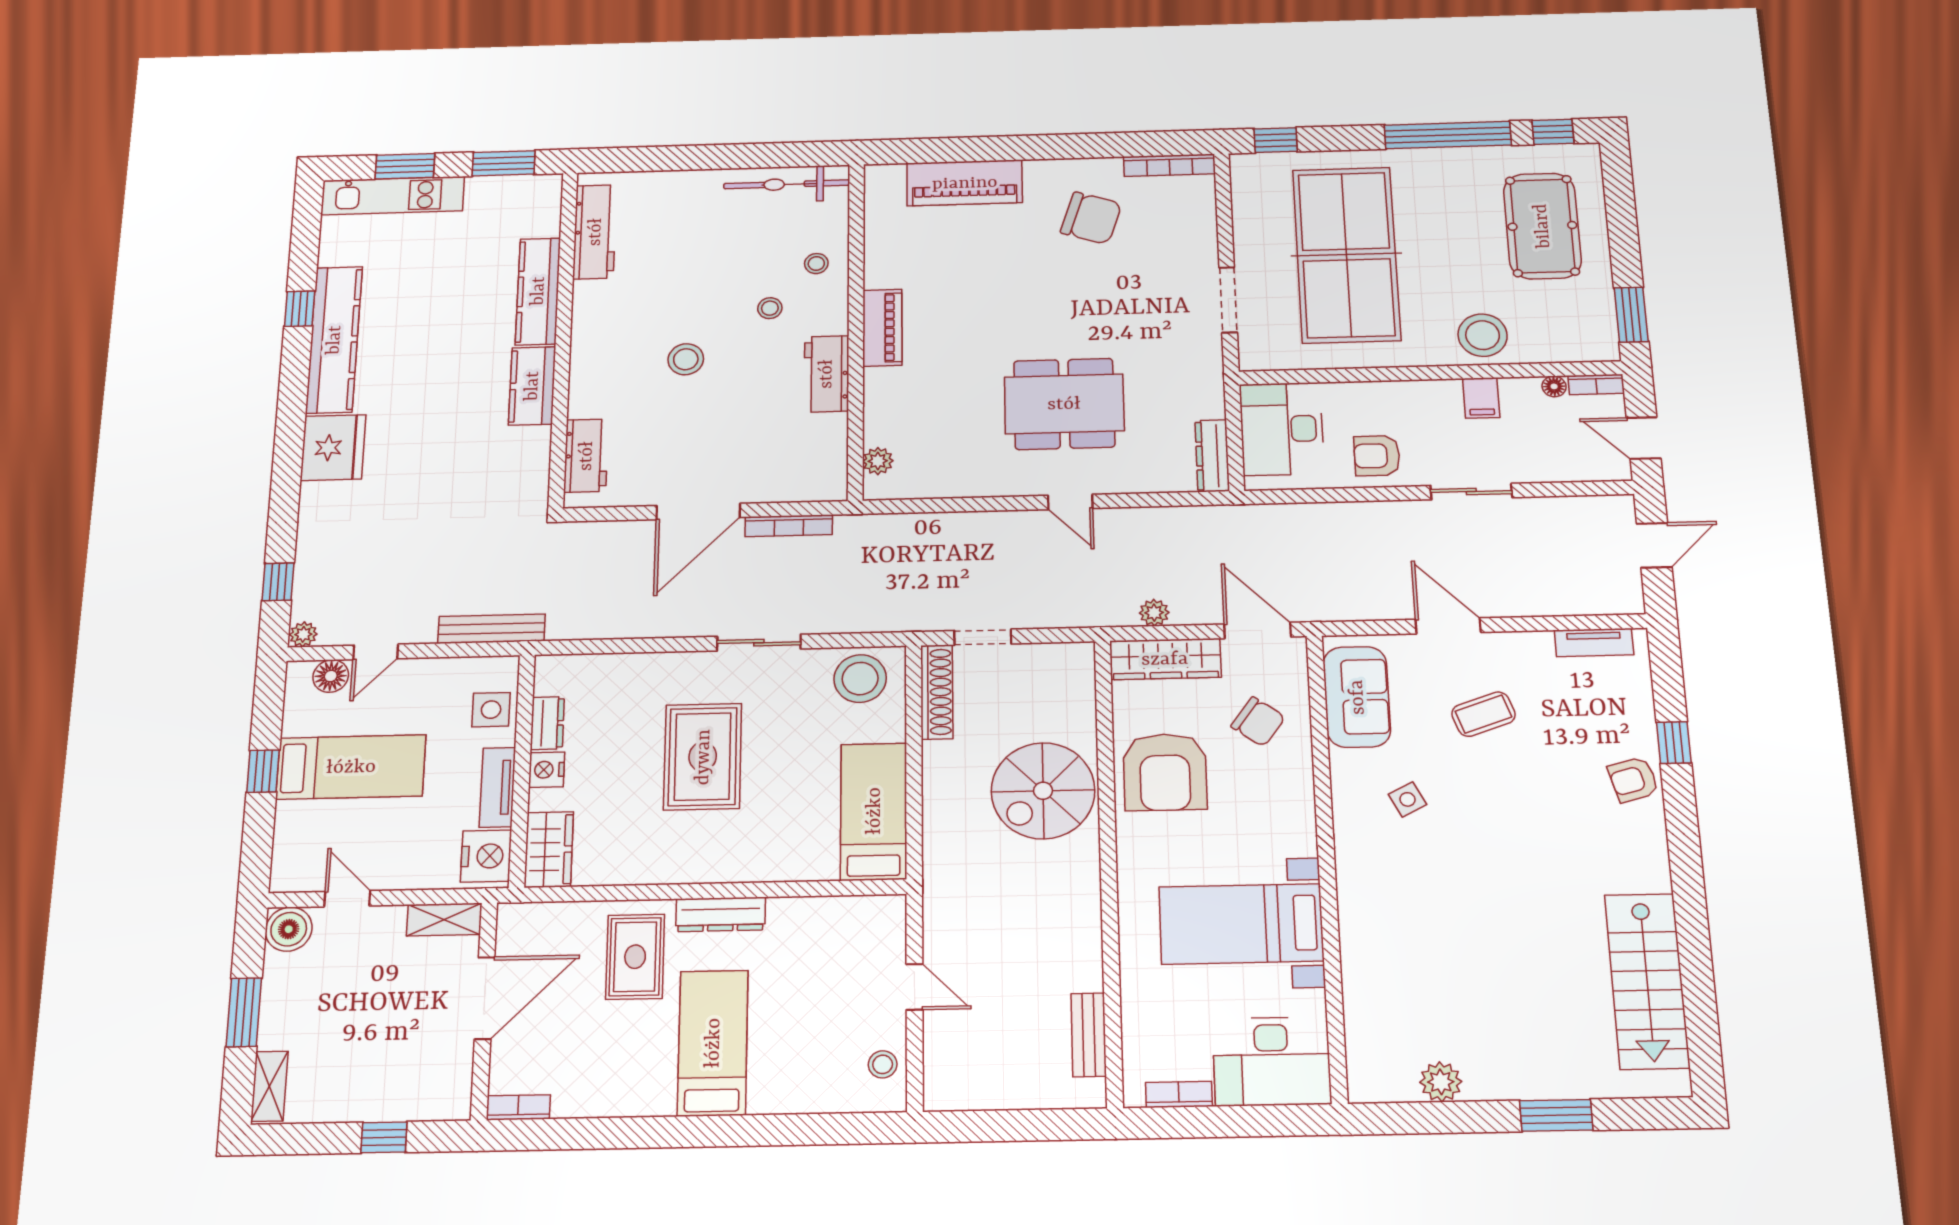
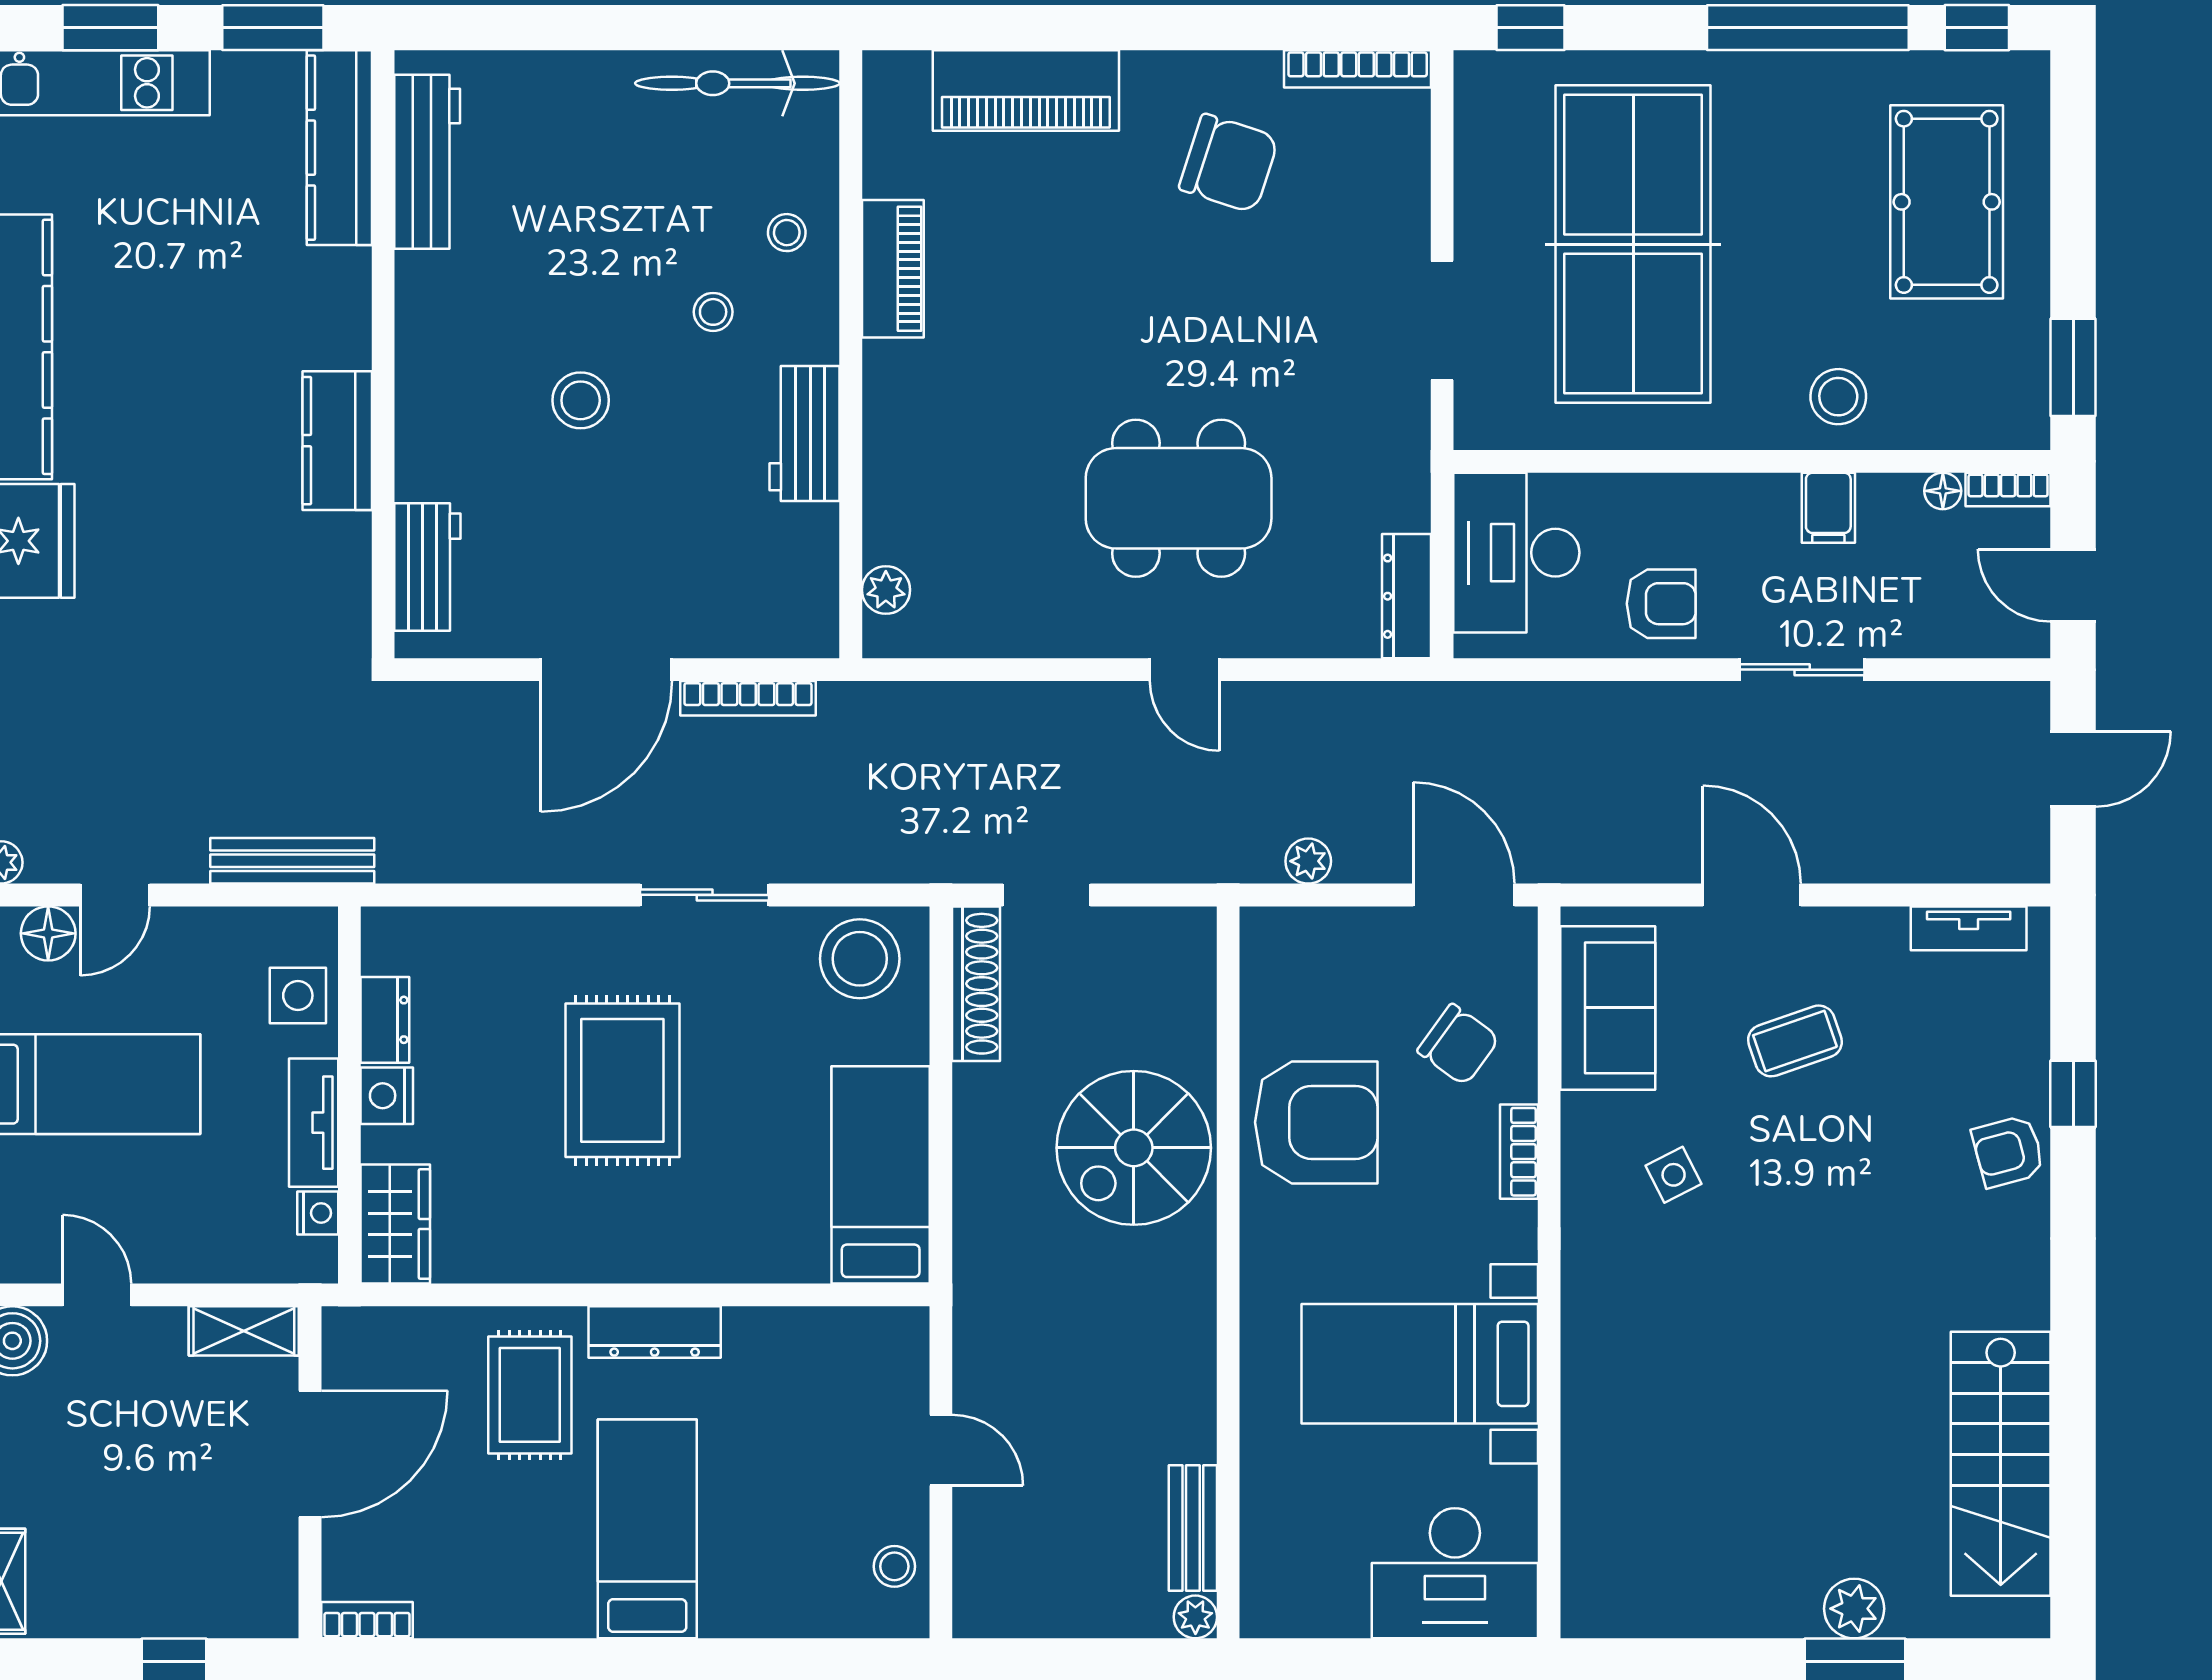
kitchen counter: (538, 291) -> (339, 148), moved
piano: (882, 328) -> (893, 269), moved
stool: (1483, 335) -> (1838, 397), width x0.73, depth x0.73
armchair: (1377, 456) -> (1661, 604), turned 180
wardrobe: (1165, 659) -> (1323, 938), removed
armchair: (1165, 772) -> (1316, 1122), turned -90
nightstand: (486, 856) -> (318, 1213), width x0.53, depth x0.56
plant: (1441, 1082) -> (1854, 1609), moved
plant: (1092, 1094) -> (1195, 1617), added
bookcase: (1179, 1094) -> (1519, 1152), moved, turned -90

